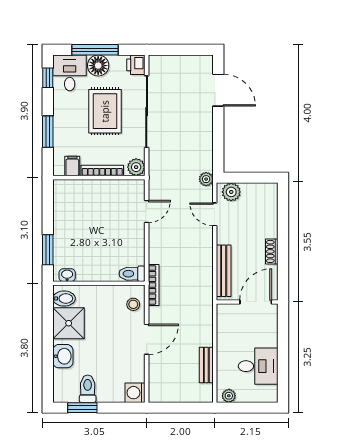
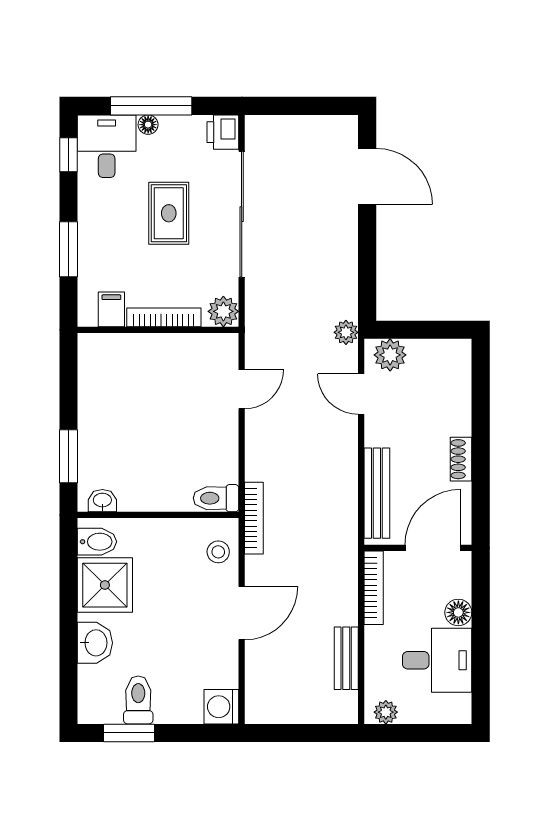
floor lamp: (98, 66) -> (148, 125), width x0.53, depth x0.53
rug: (105, 111) -> (169, 213), width x0.73, depth x0.70
bookcase: (222, 325) -> (374, 588), added
floor lamp: (270, 339) -> (458, 612), added

